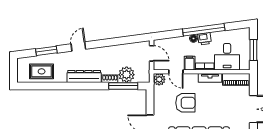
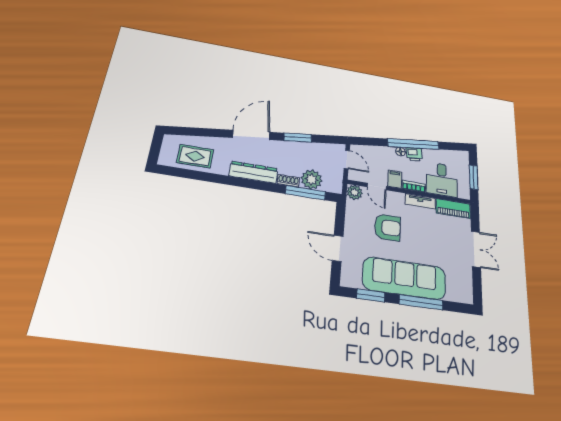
door: (78, 47) -> (251, 135), width x1.88
window: (46, 51) -> (298, 138), moved

